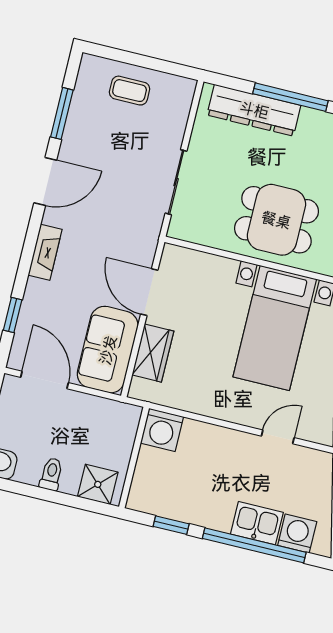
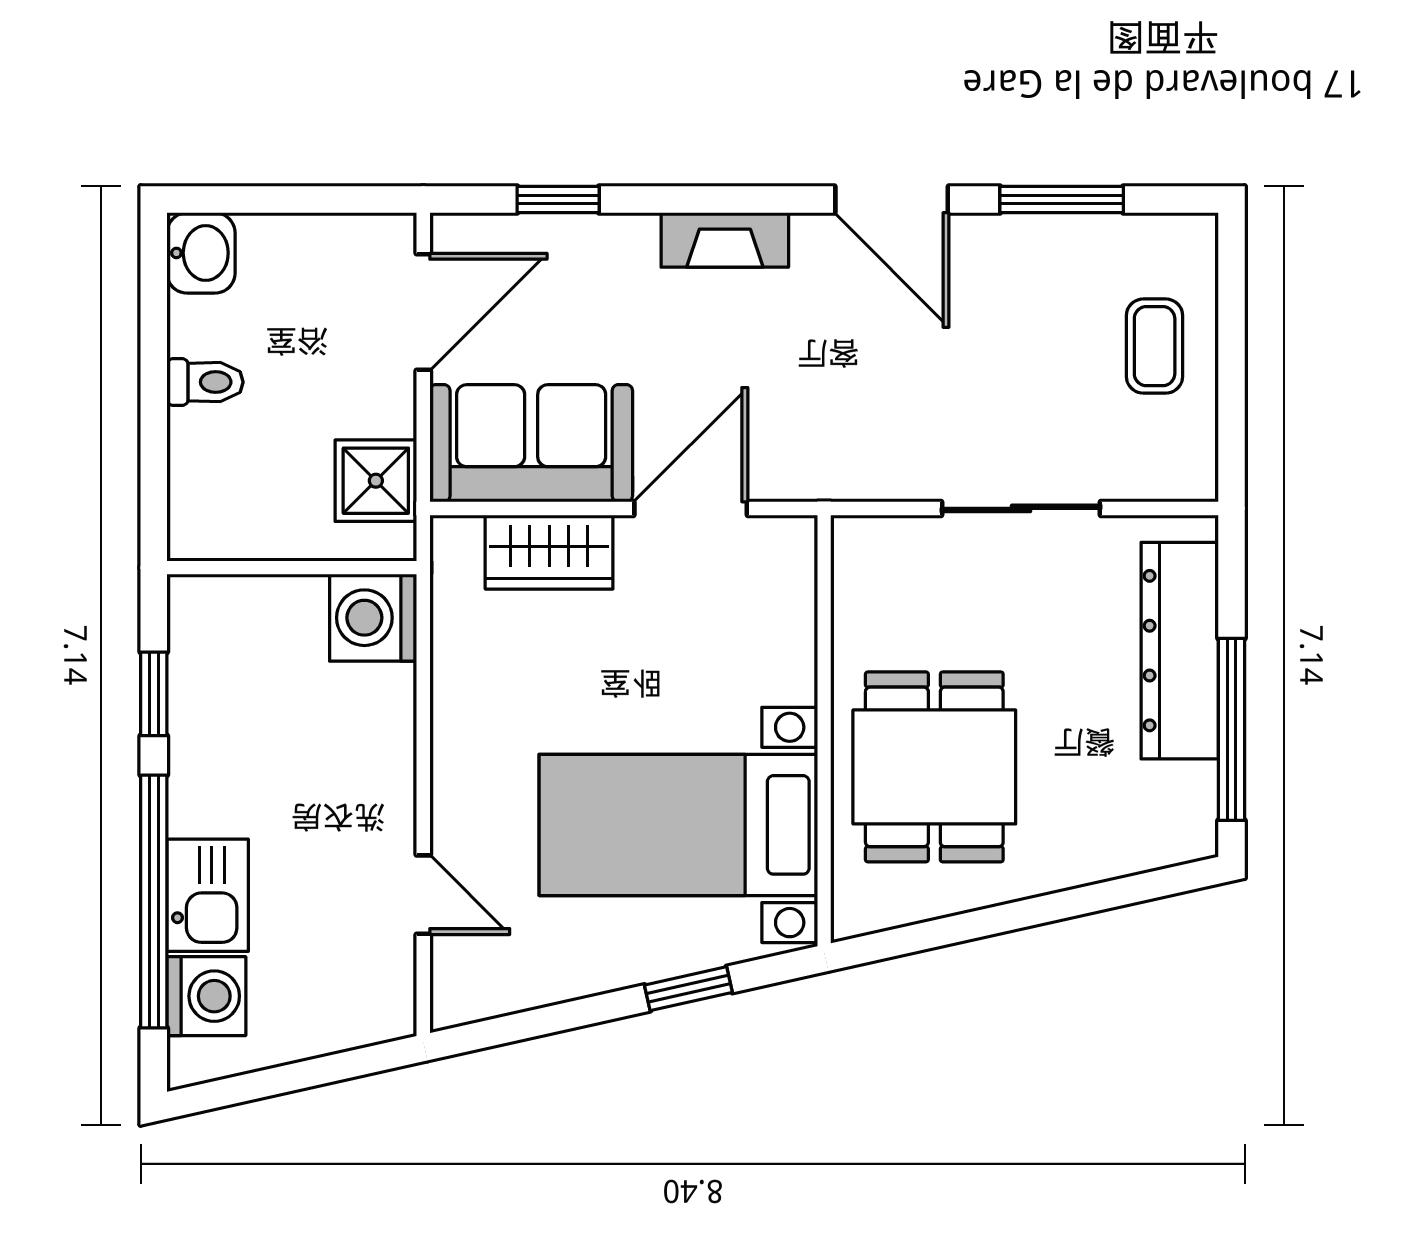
sliding door: (176, 182) -> (1021, 508), moved
shower: (98, 484) -> (376, 481), moved

